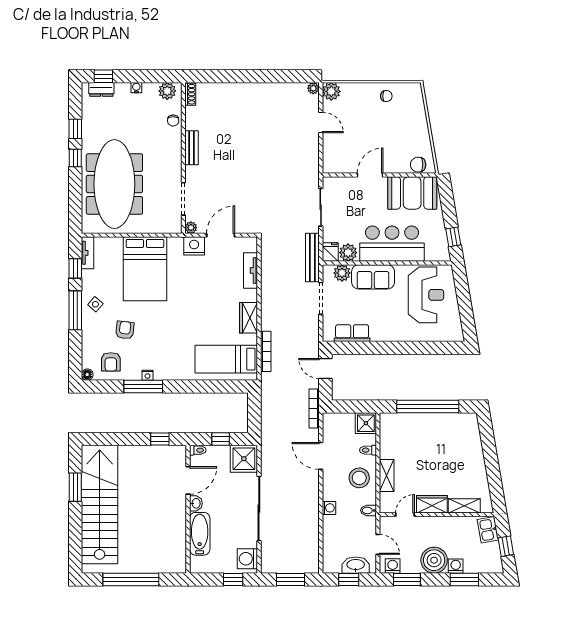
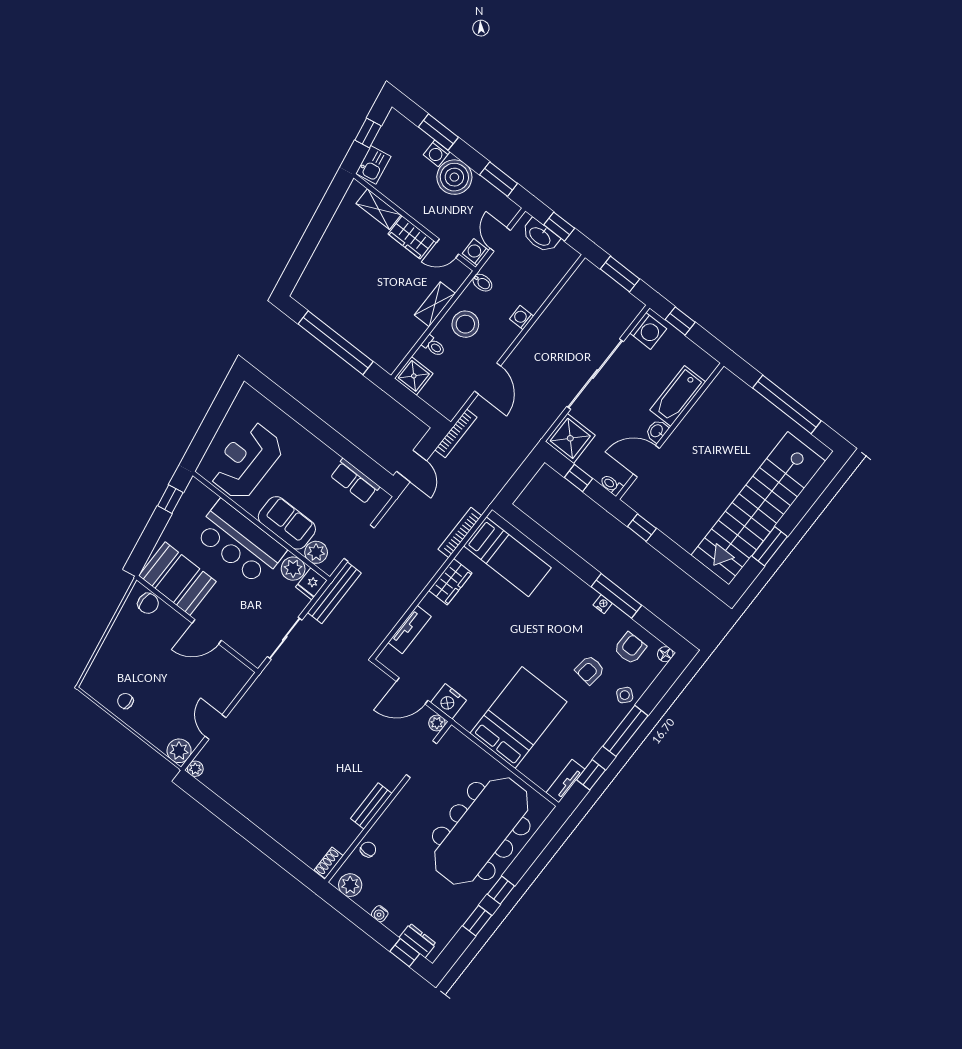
side table: (95, 304) -> (625, 695), moved
washing machine: (393, 566) -> (476, 252), moved, turned 90

